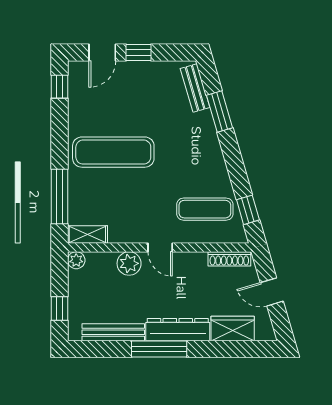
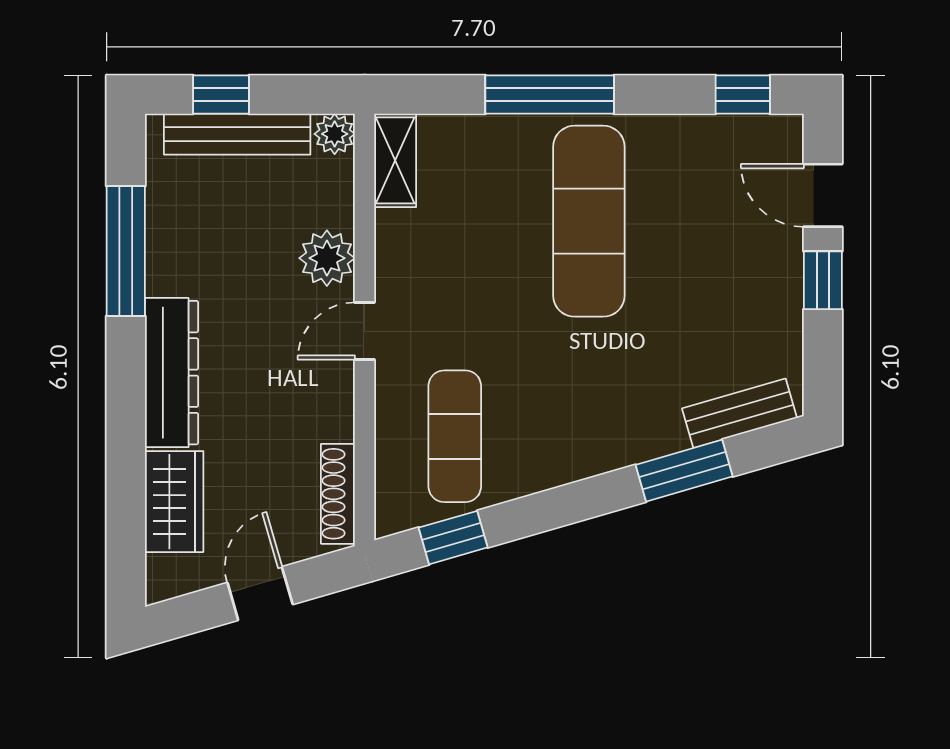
window: (59, 196) -> (550, 95), moved
bench: (113, 332) -> (237, 134), moved, turned 90
window: (159, 349) -> (126, 251), moved

